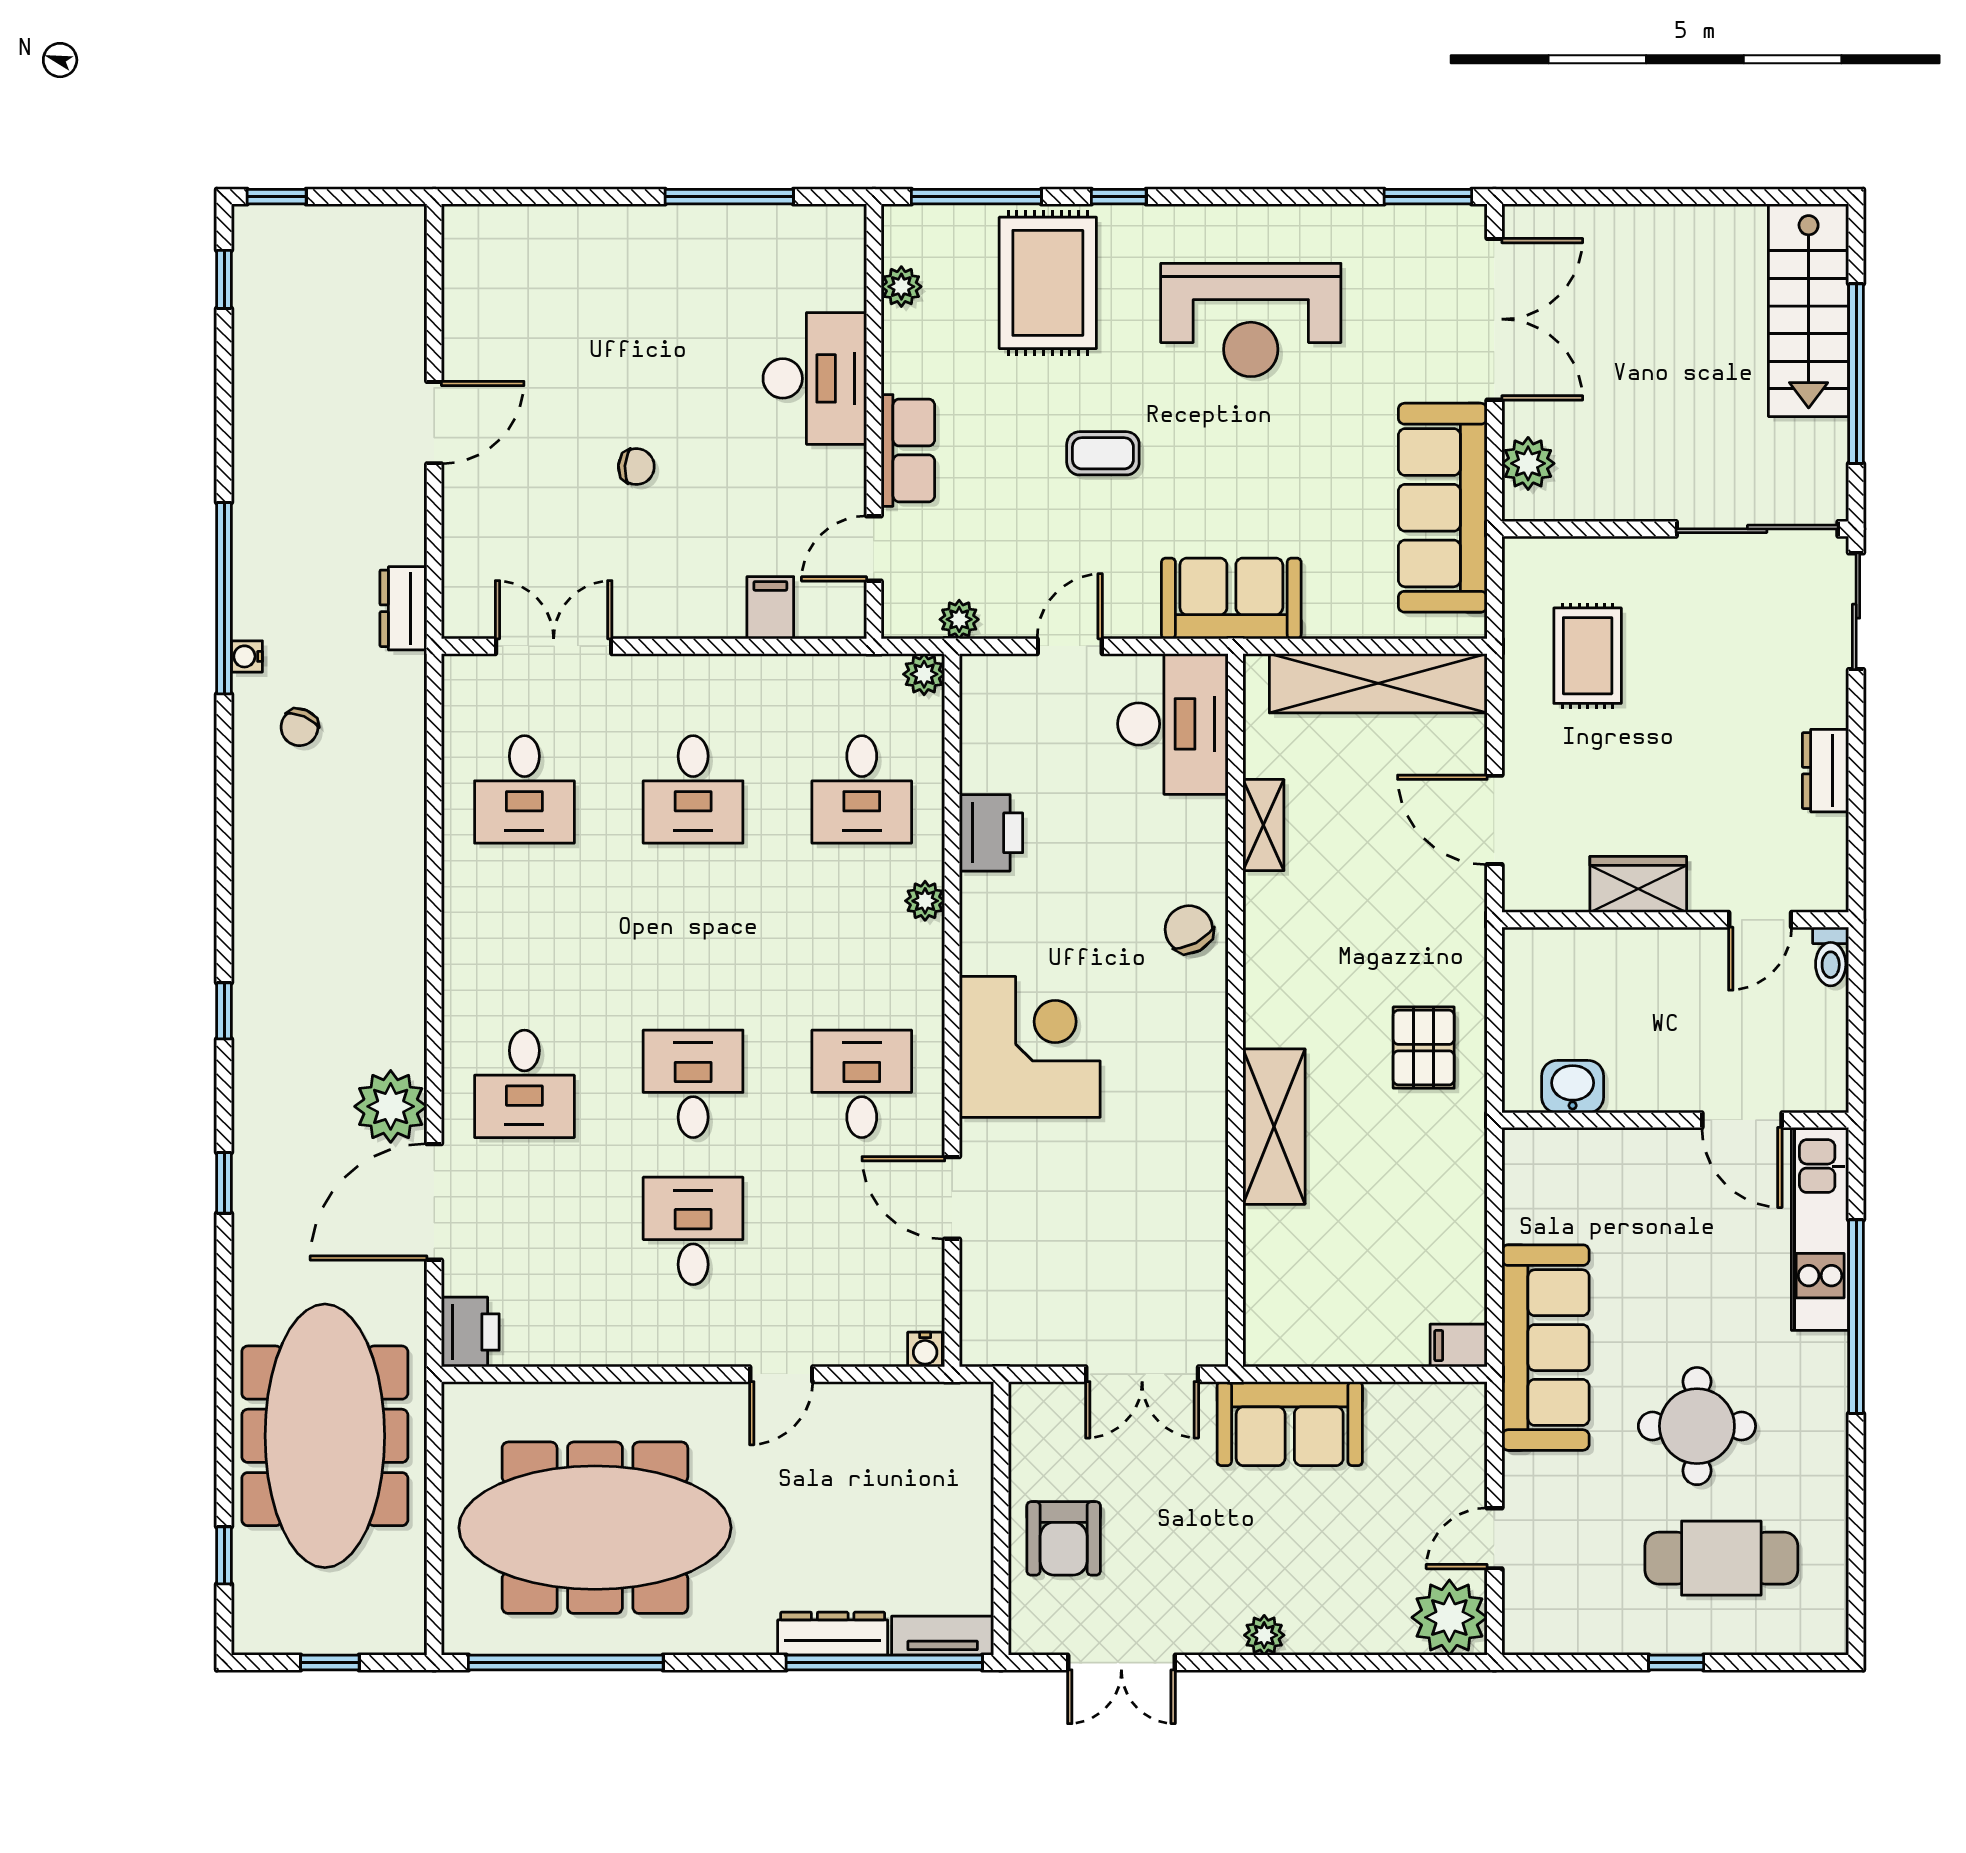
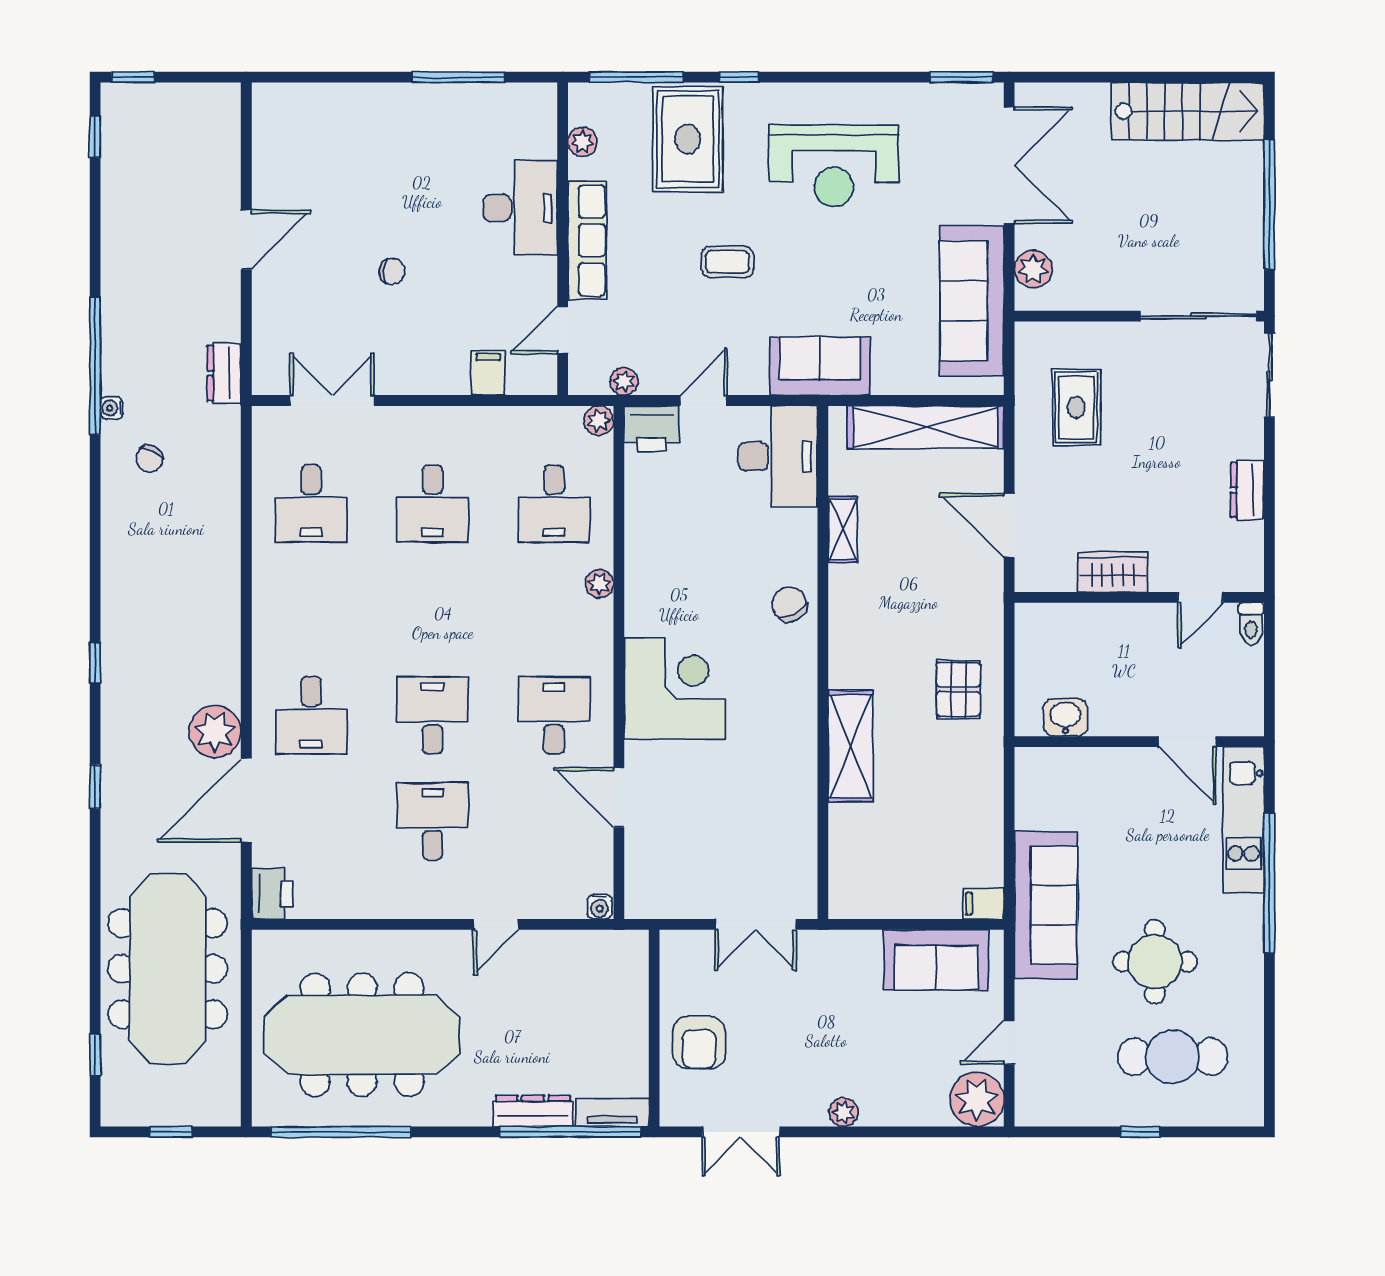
stairs: (1809, 310) -> (1188, 111), moved, turned -90
row of seats: (908, 450) -> (587, 240), width x1.48
printer: (991, 833) -> (652, 429), moved, turned 90
sofa: (1290, 1424) -> (936, 960), moved

